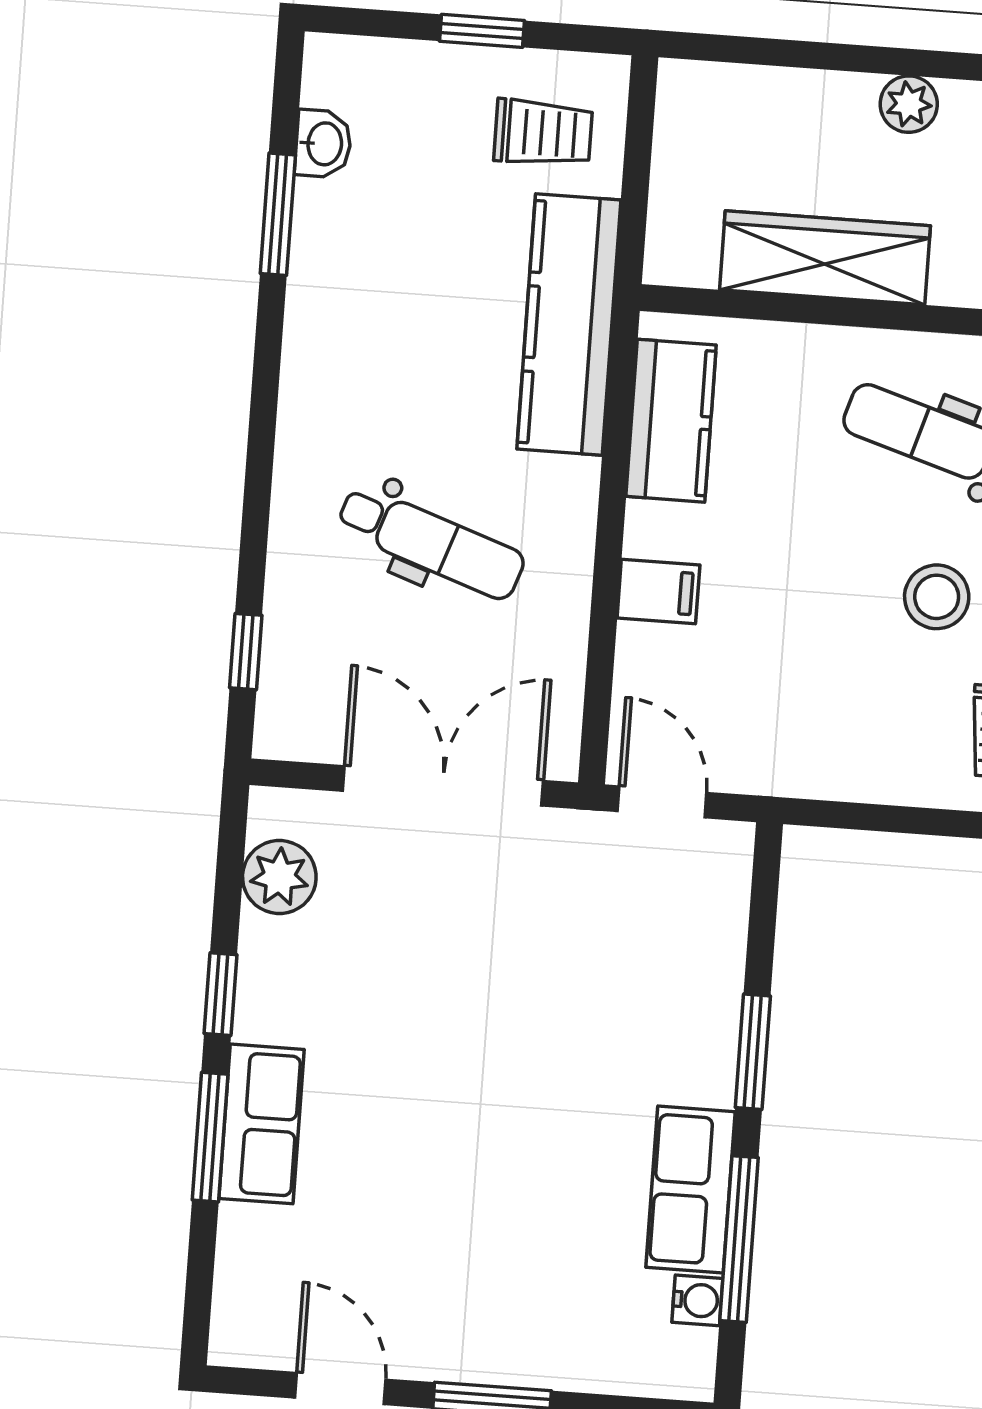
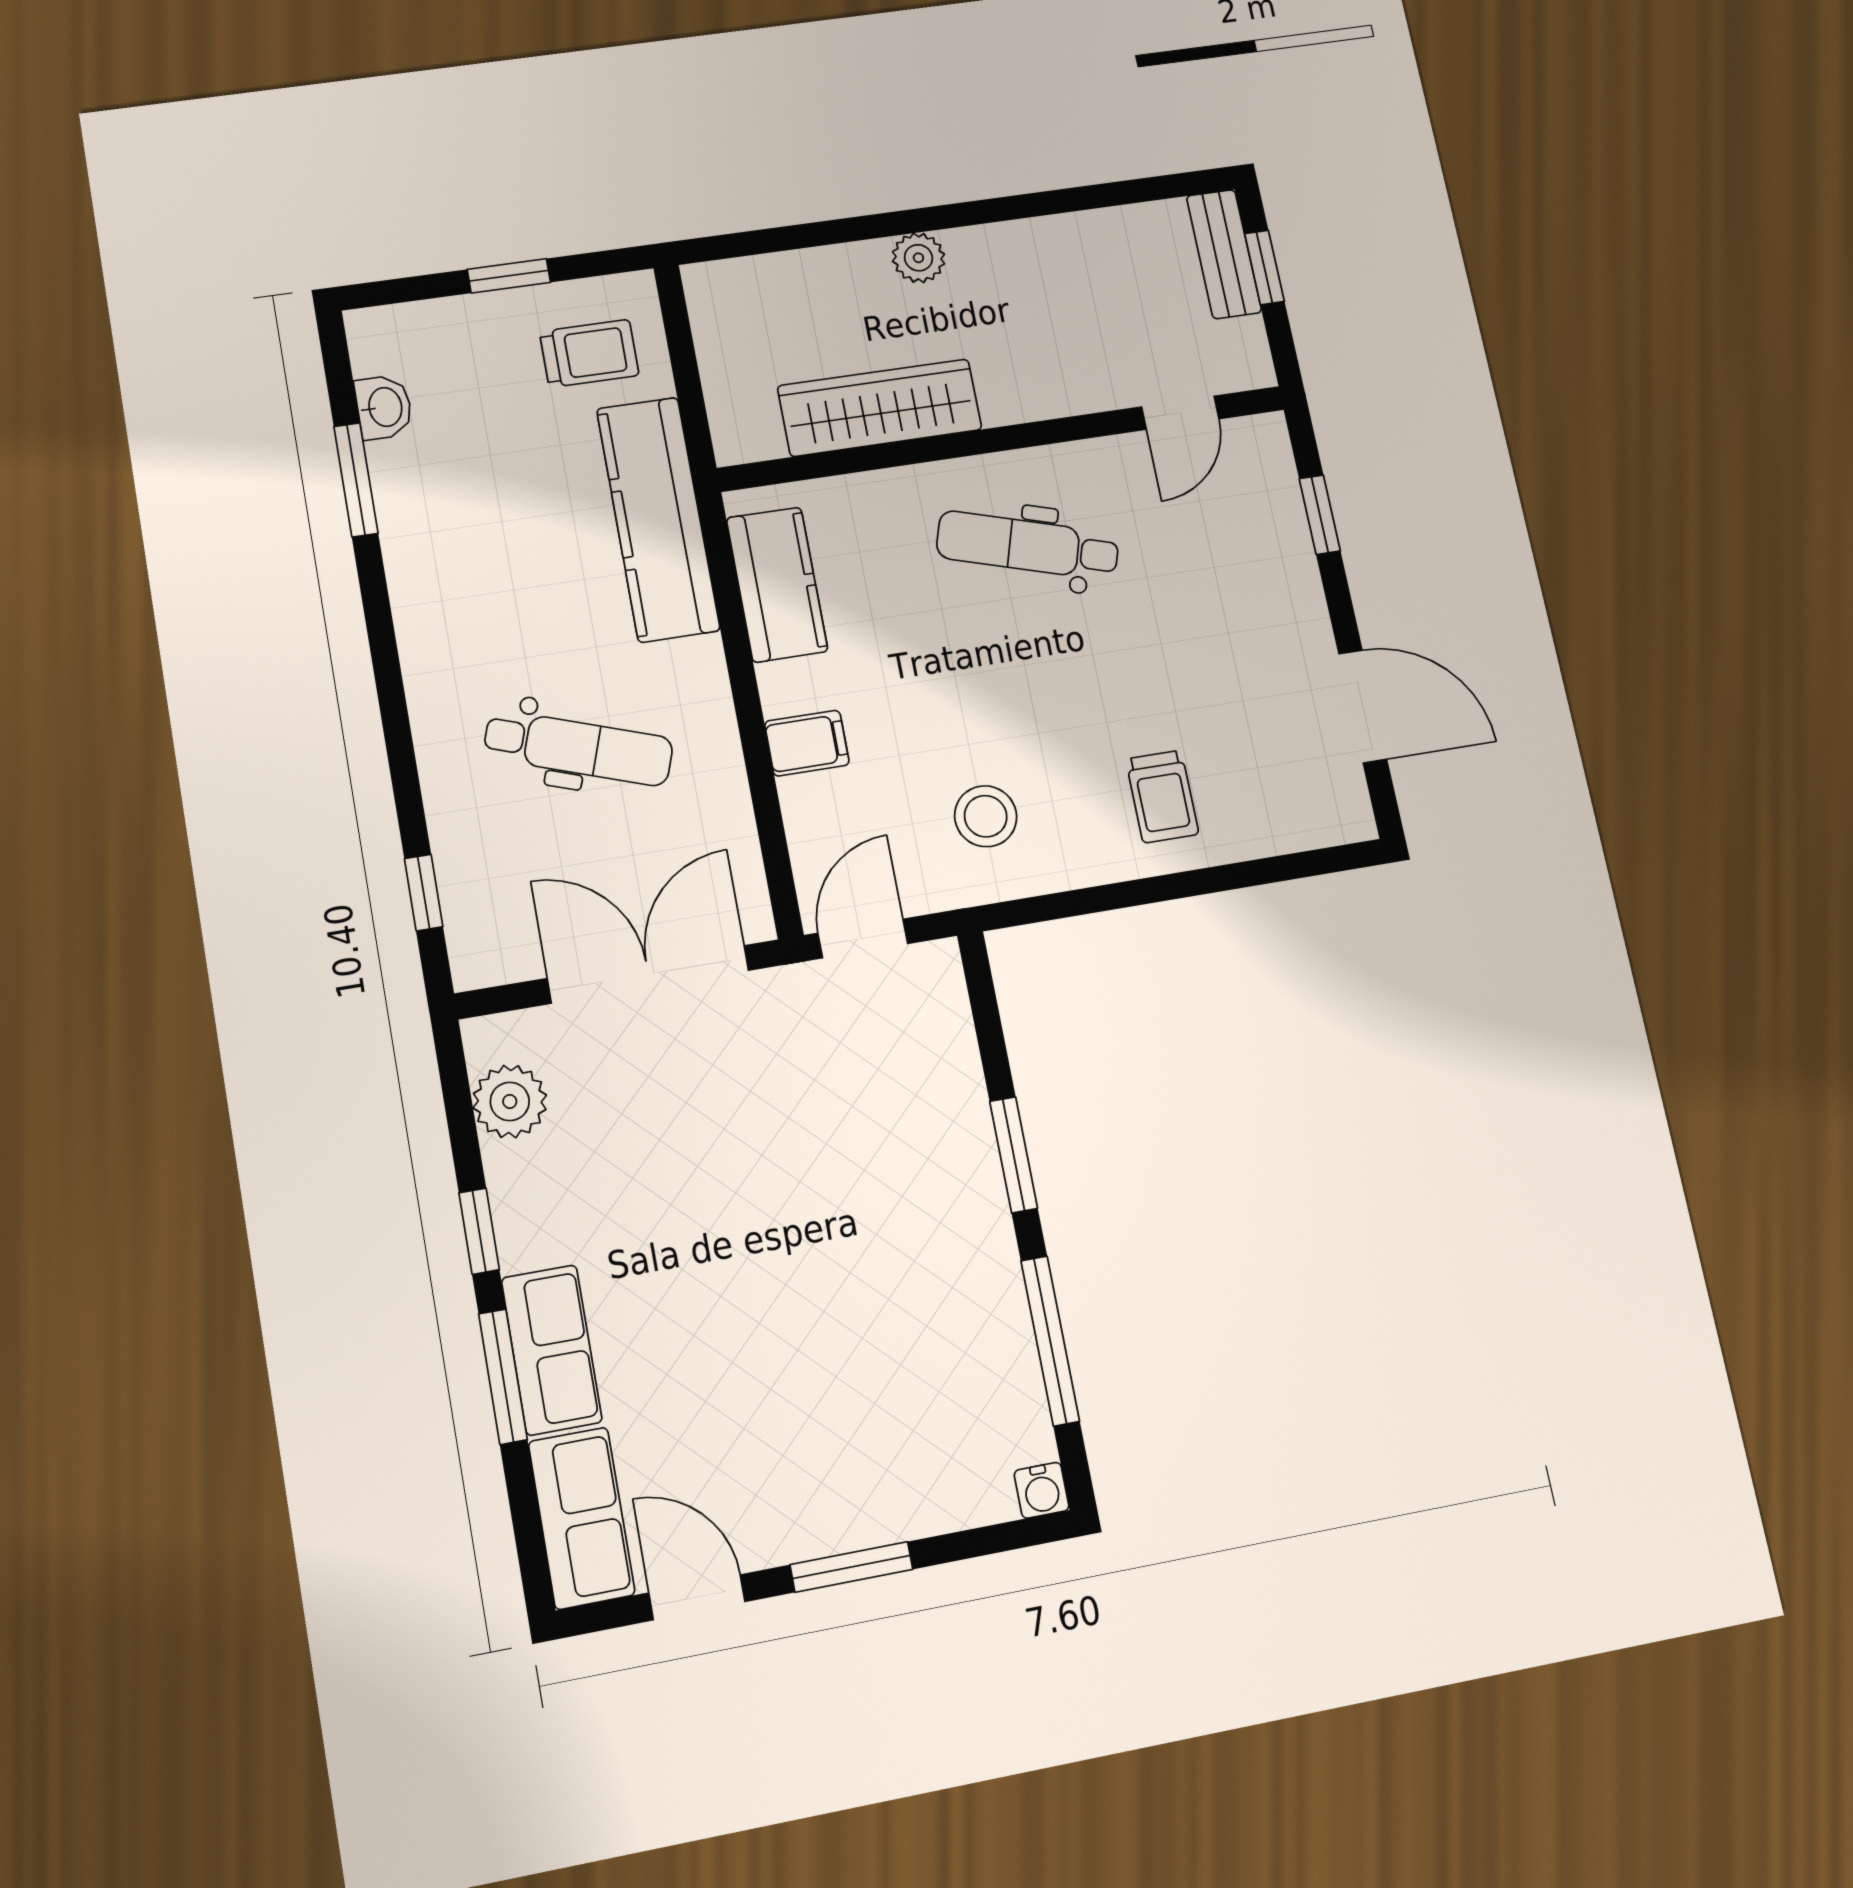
stool: (937, 597) -> (986, 816), moved
door: (662, 802) -> (863, 938), hinge flipped
row of seats: (690, 1189) -> (581, 1518), moved, turned 180
water cooler: (697, 1300) -> (1042, 1490), moved, turned 90

